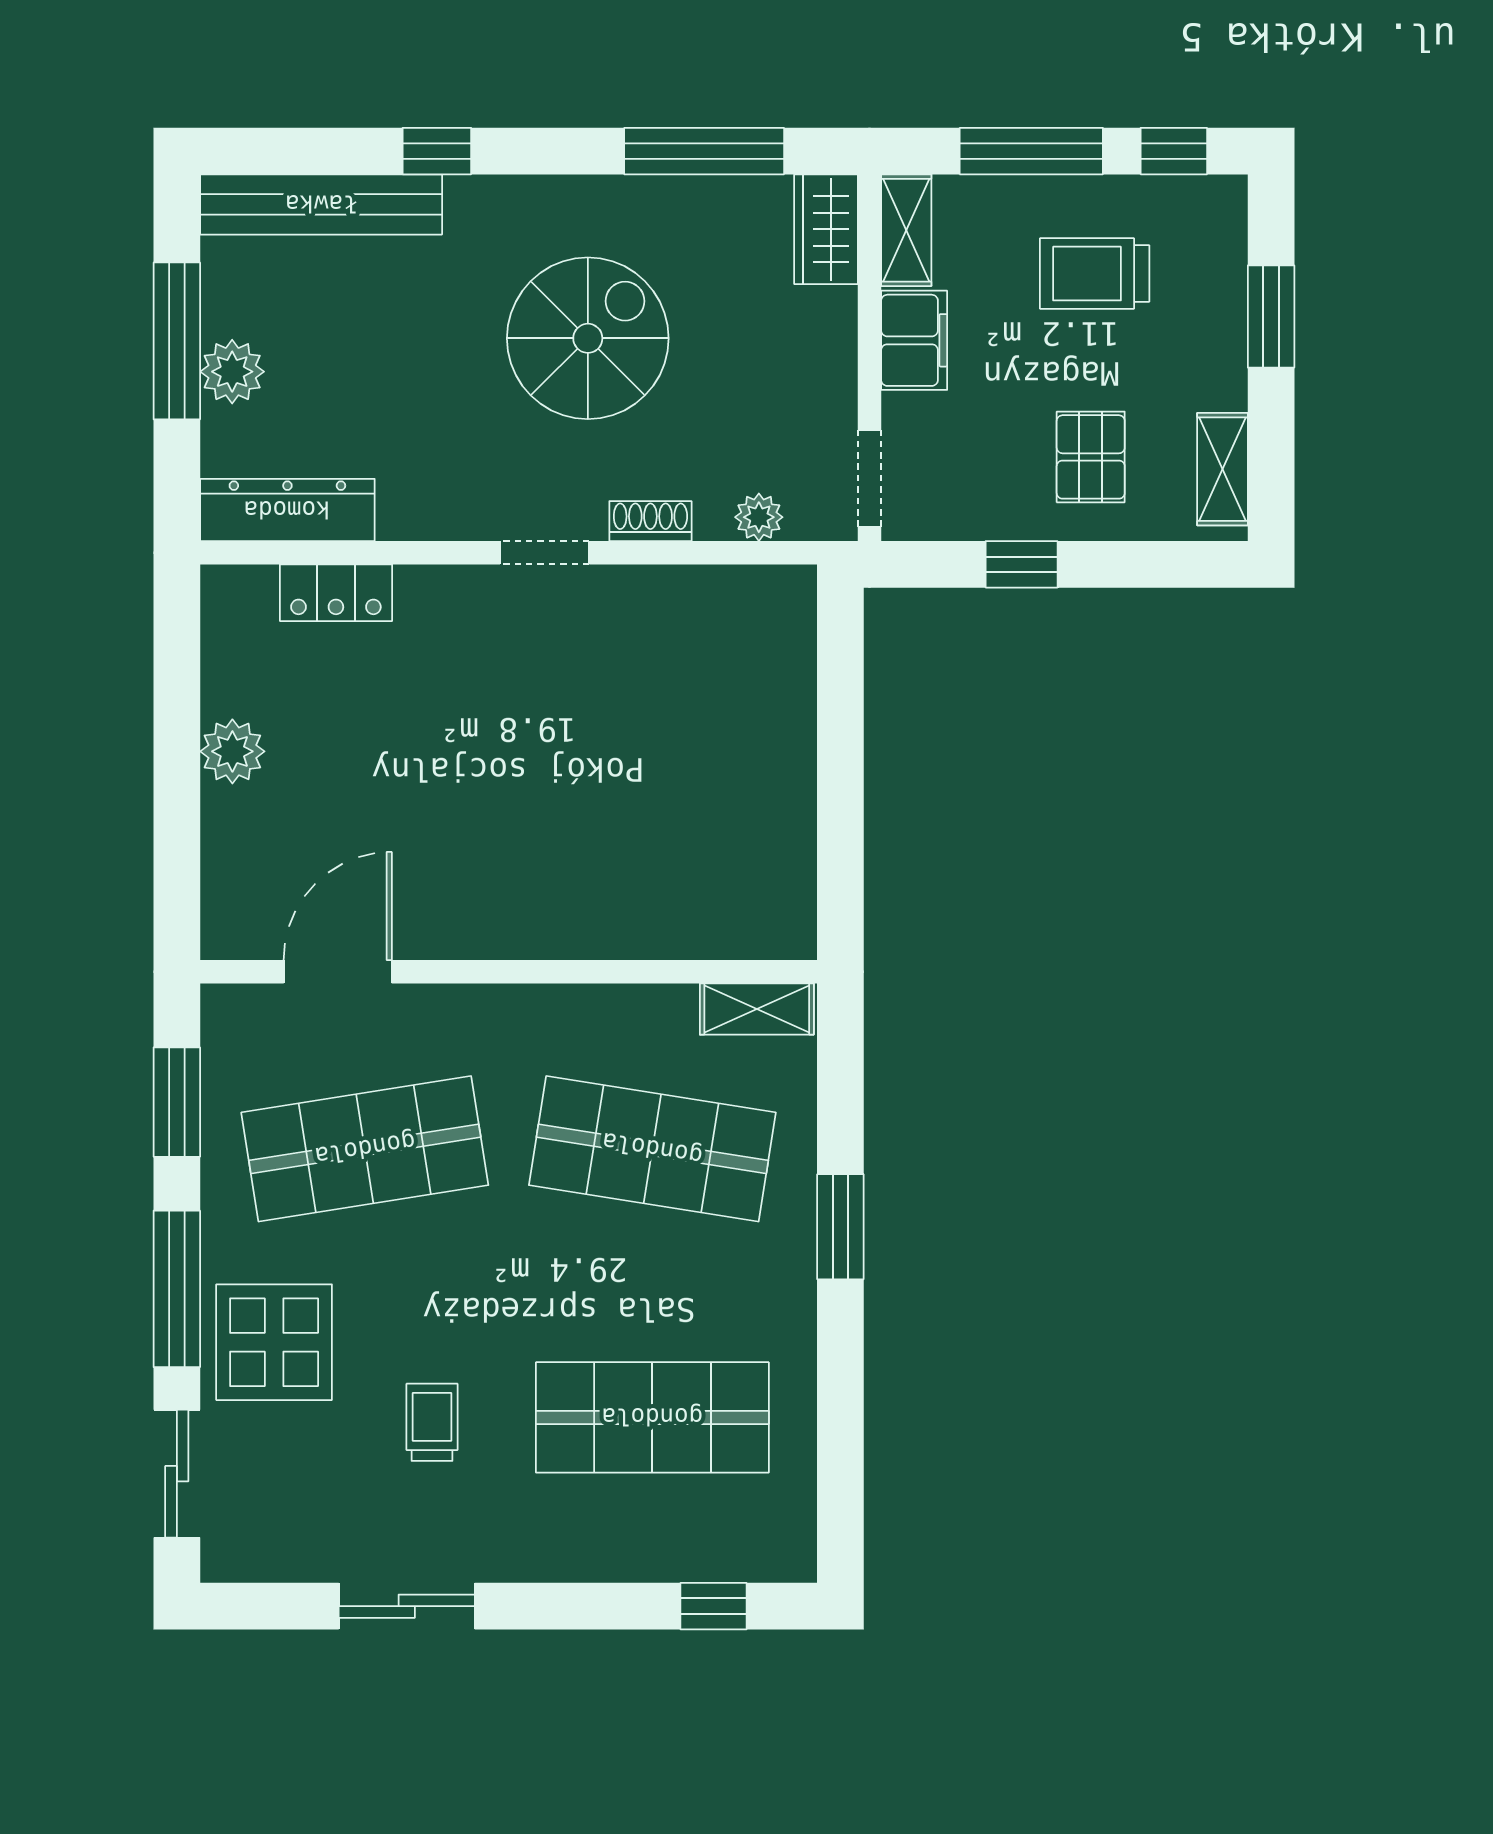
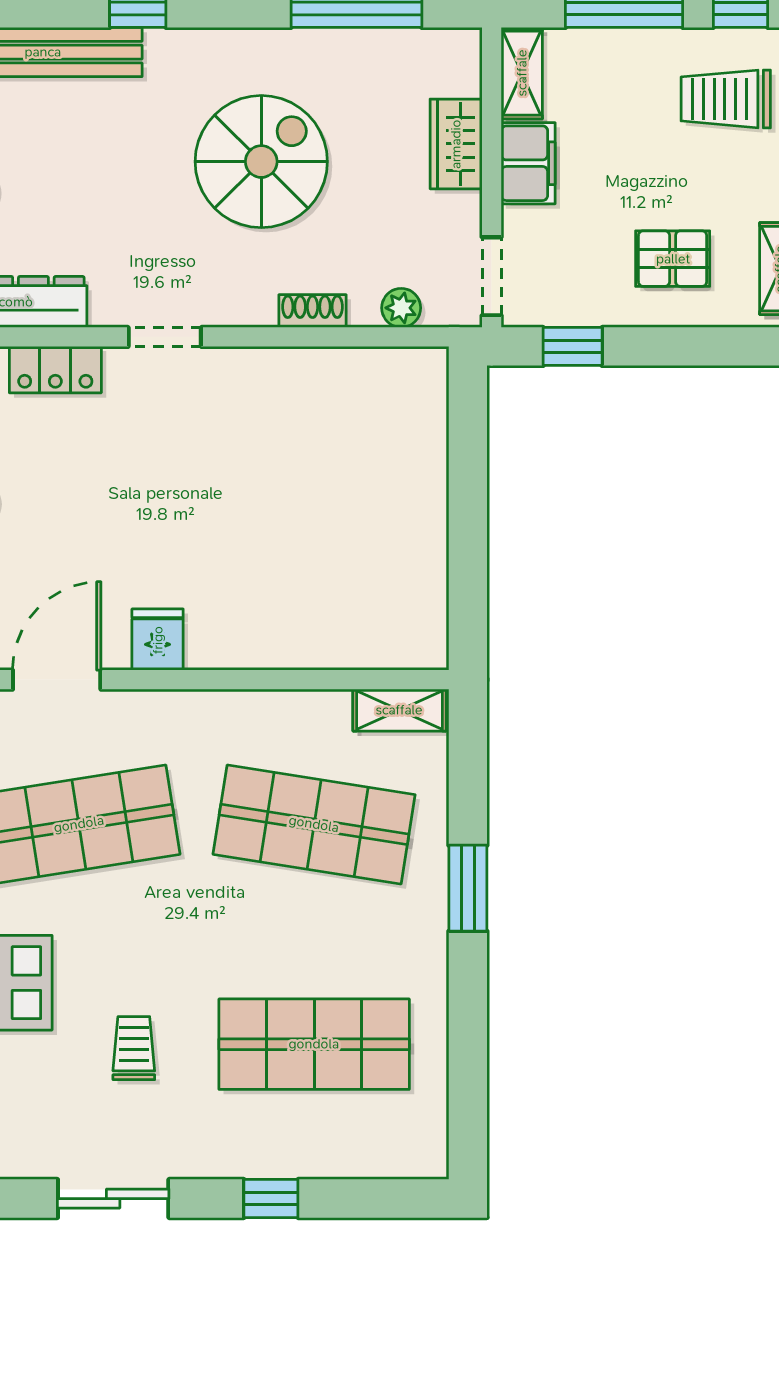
wardrobe: (826, 229) -> (456, 144), moved
trolley: (1095, 274) -> (726, 99), moved
pallet: (1091, 457) -> (673, 259), turned 90
doorway: (545, 553) -> (165, 337), moved
window: (1022, 564) -> (573, 346), moved
fridge: (461, 923) -> (158, 640), added
window: (714, 1606) -> (271, 1199), moved

